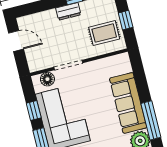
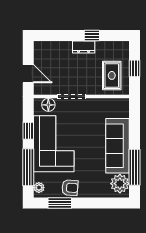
rug: (104, 33) -> (112, 75), turned 90
door: (16, 41) -> (28, 74), moved

